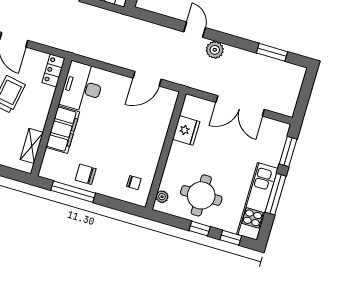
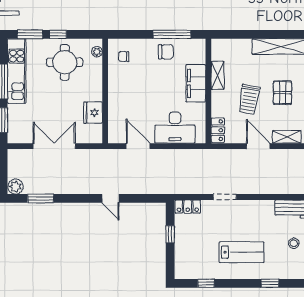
plant: (215, 50) -> (15, 187), moved
door: (147, 79) -> (138, 146), hinge flipped
desk: (82, 87) -> (175, 128), moved, turned 90
shelving: (32, 146) -> (218, 75), moved
window: (231, 238) -> (30, 34), width x1.50

